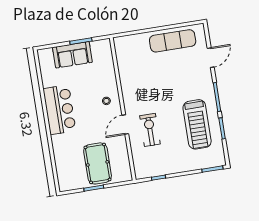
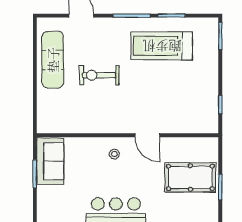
sofa: (72, 55) -> (50, 161), moved
treadmill: (197, 124) -> (162, 46), turned 180
exercise bike: (150, 130) -> (99, 75), moved

